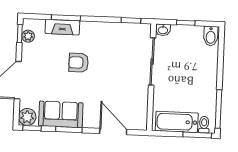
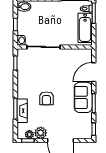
sofa: (61, 114) -> (83, 97), moved
plant: (27, 117) -> (41, 133), moved

